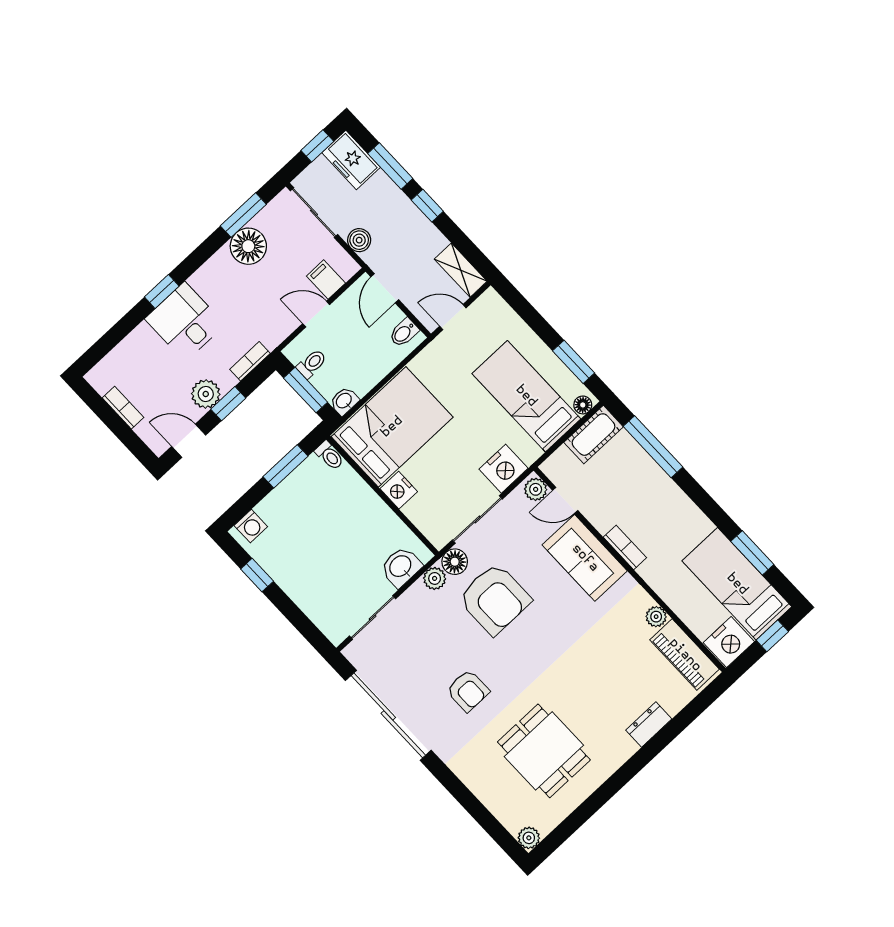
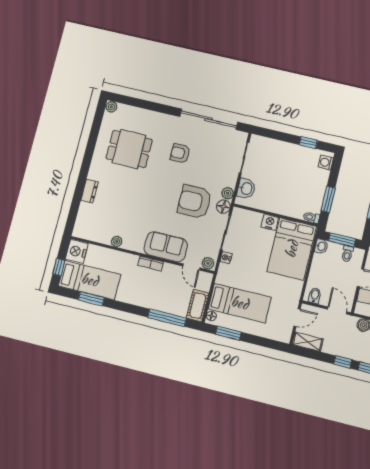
nightstand: (504, 469) -> (226, 258), width x0.53, depth x0.56
door: (565, 500) -> (191, 267), swing flipped
piano: (685, 655) -> (93, 233), removed

